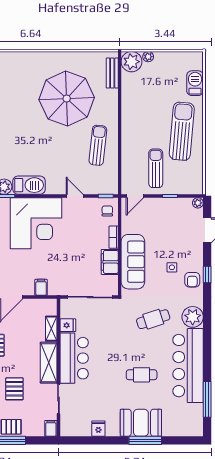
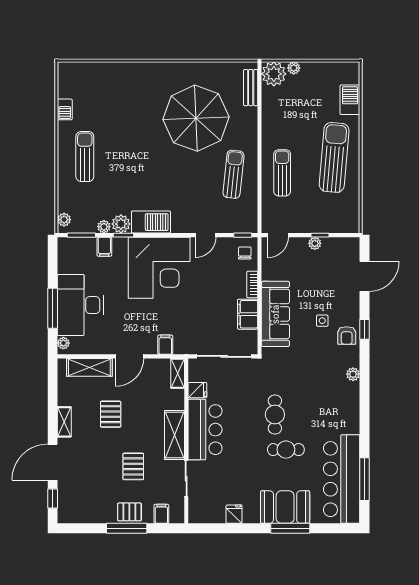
sun lounger: (156, 168) -> (282, 173), moved
door: (75, 196) -> (206, 235), swing flipped
plant: (198, 203) -> (315, 243), moved
plant: (193, 317) -> (353, 374), width x0.53, depth x0.53
cafe table: (153, 319) -> (275, 415), moved, turned -72
shelving: (51, 329) -> (178, 373), moved
bar counter: (188, 366) -> (342, 479), moved
filing cabinet: (51, 428) -> (161, 514), moved

